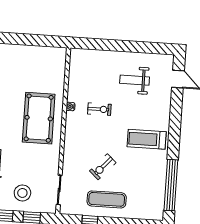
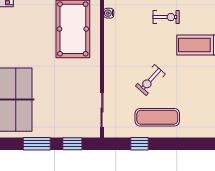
exercise bike: (99, 109) -> (166, 17), moved
stool: (22, 193) -> (60, 116), removed

